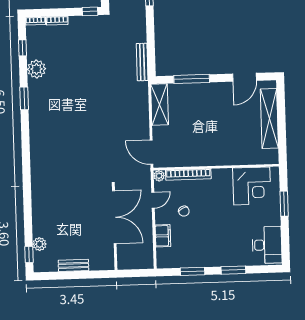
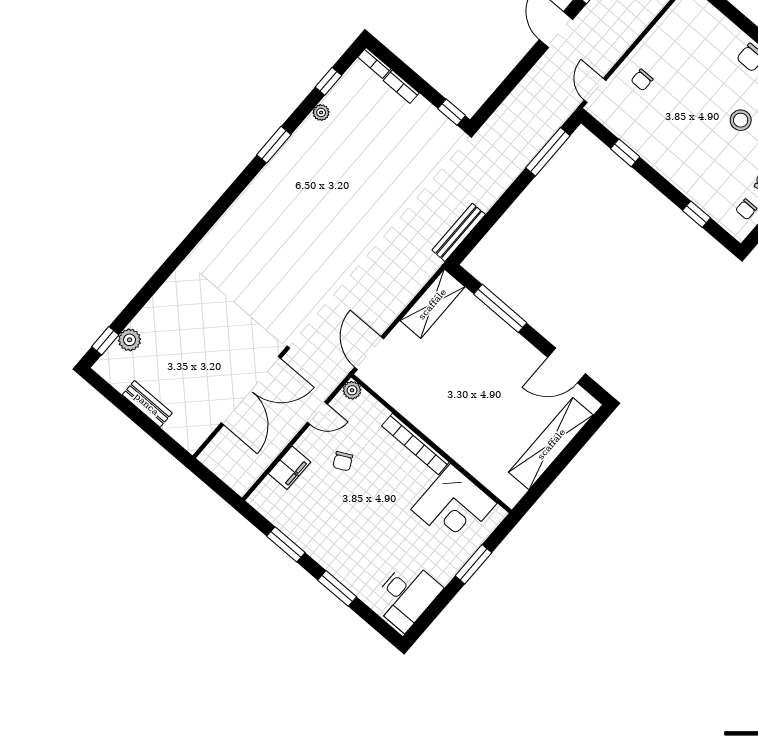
plant: (36, 69) -> (321, 112), width x0.53, depth x0.53
bookcase: (188, 174) -> (415, 444), moved

